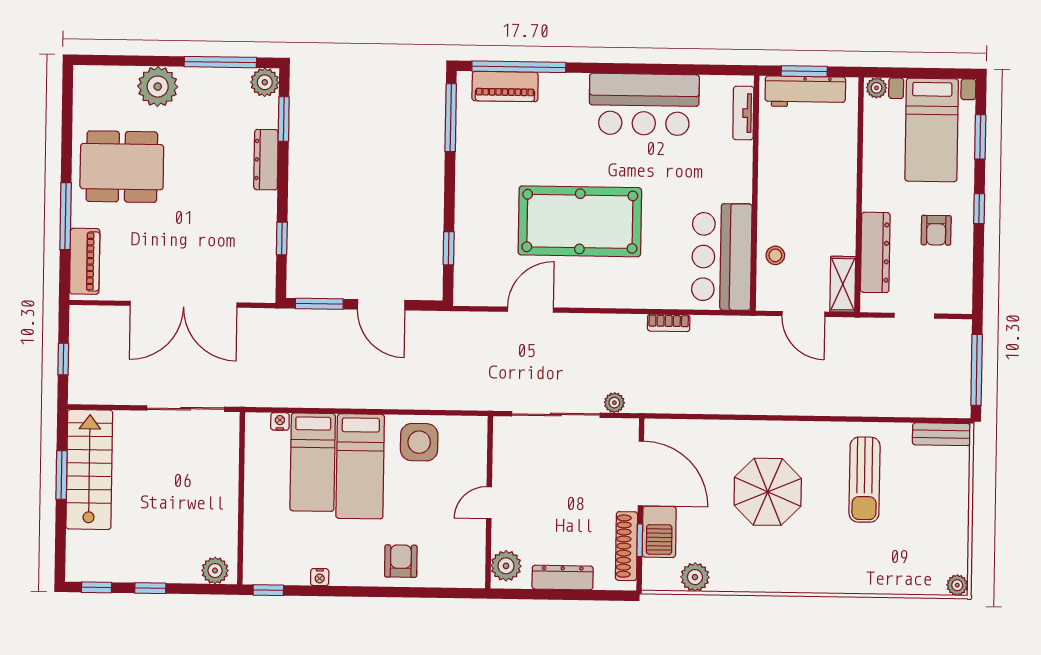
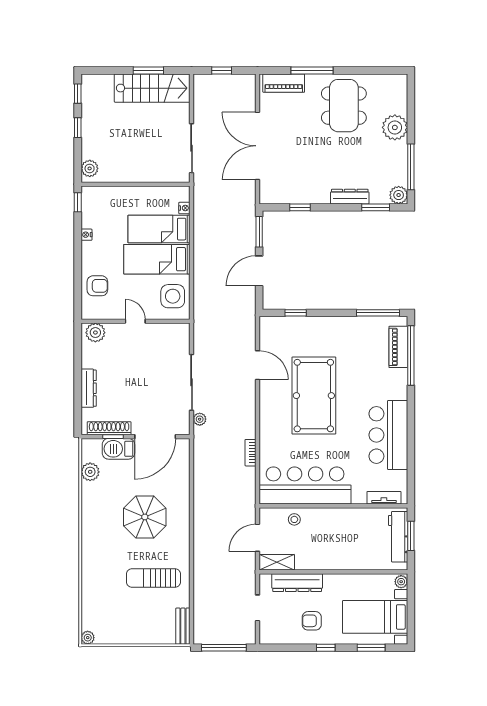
bar counter: (722, 257) -> (305, 486), width x1.36
wall: (489, 502) -> (135, 321), moved
door: (489, 503) -> (135, 321), moved
plant: (506, 566) -> (95, 333), moved

